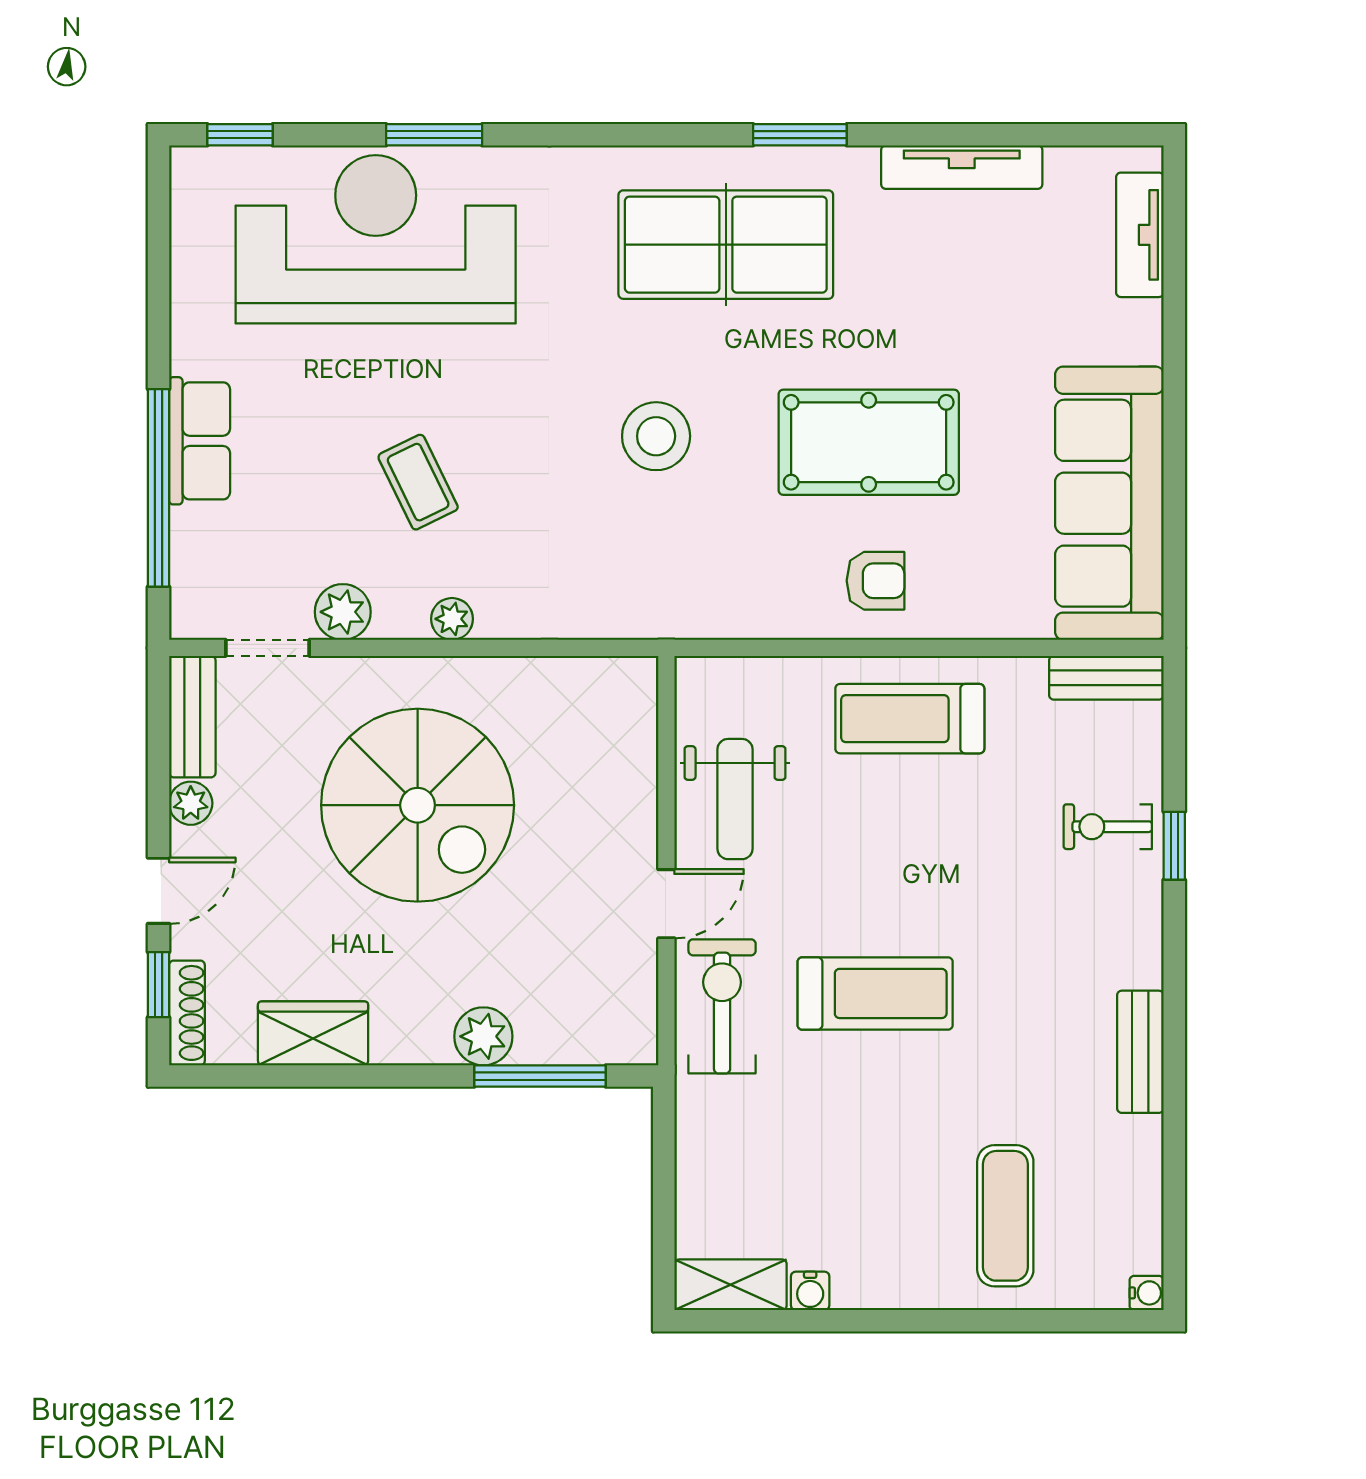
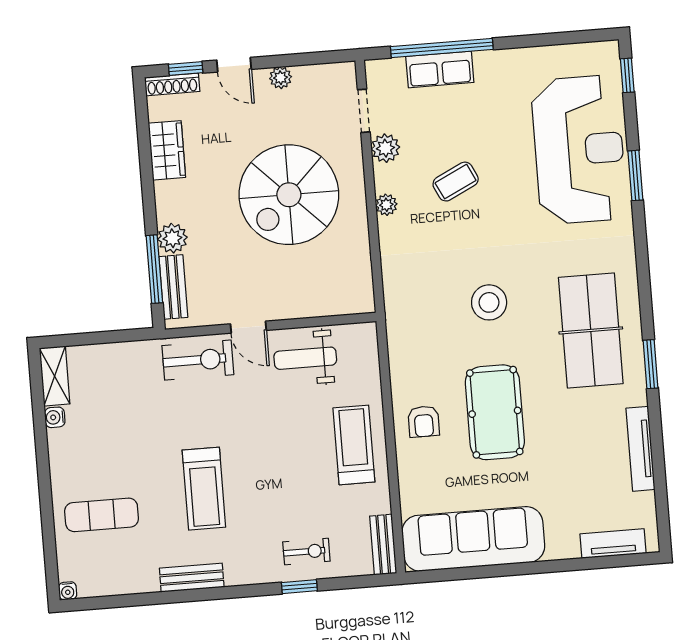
row of seats: (200, 441) -> (440, 69), moved
bench: (192, 717) -> (173, 287), moved, turned 90
exercise bike: (1108, 827) -> (306, 552), turned 90
treadmill: (875, 993) -> (204, 489), moved

